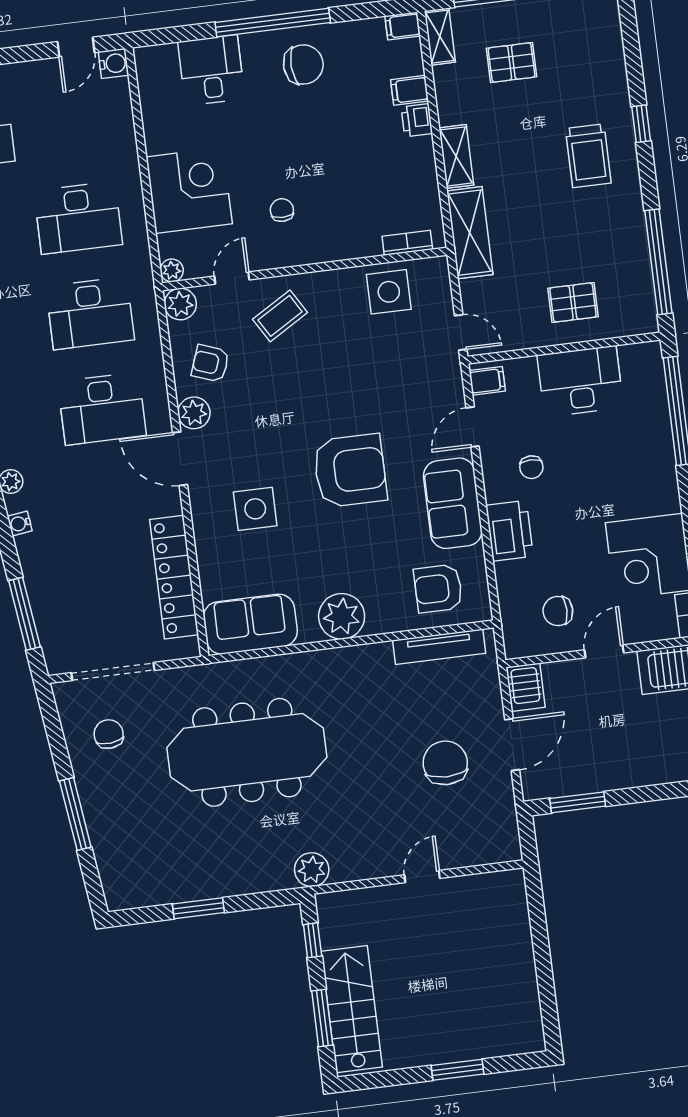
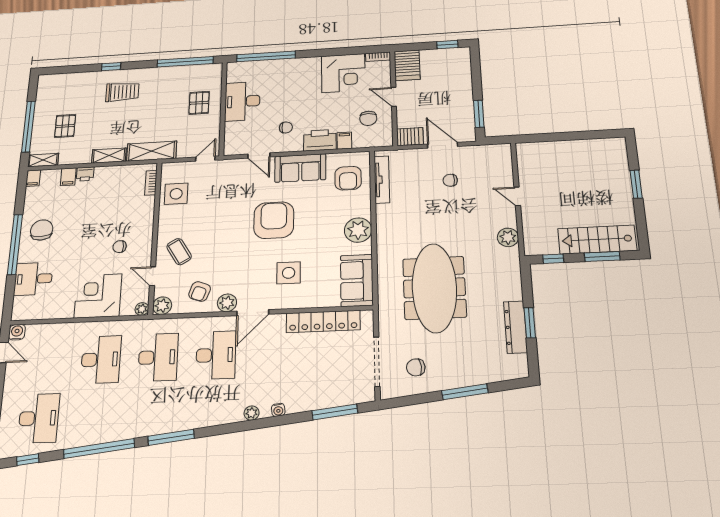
filing cabinet: (487, 381) -> (344, 141), moved
chair: (445, 763) -> (450, 180), width x0.54, depth x0.54
plant: (312, 870) -> (508, 237), moved
dresser: (189, 886) -> (515, 327), added

